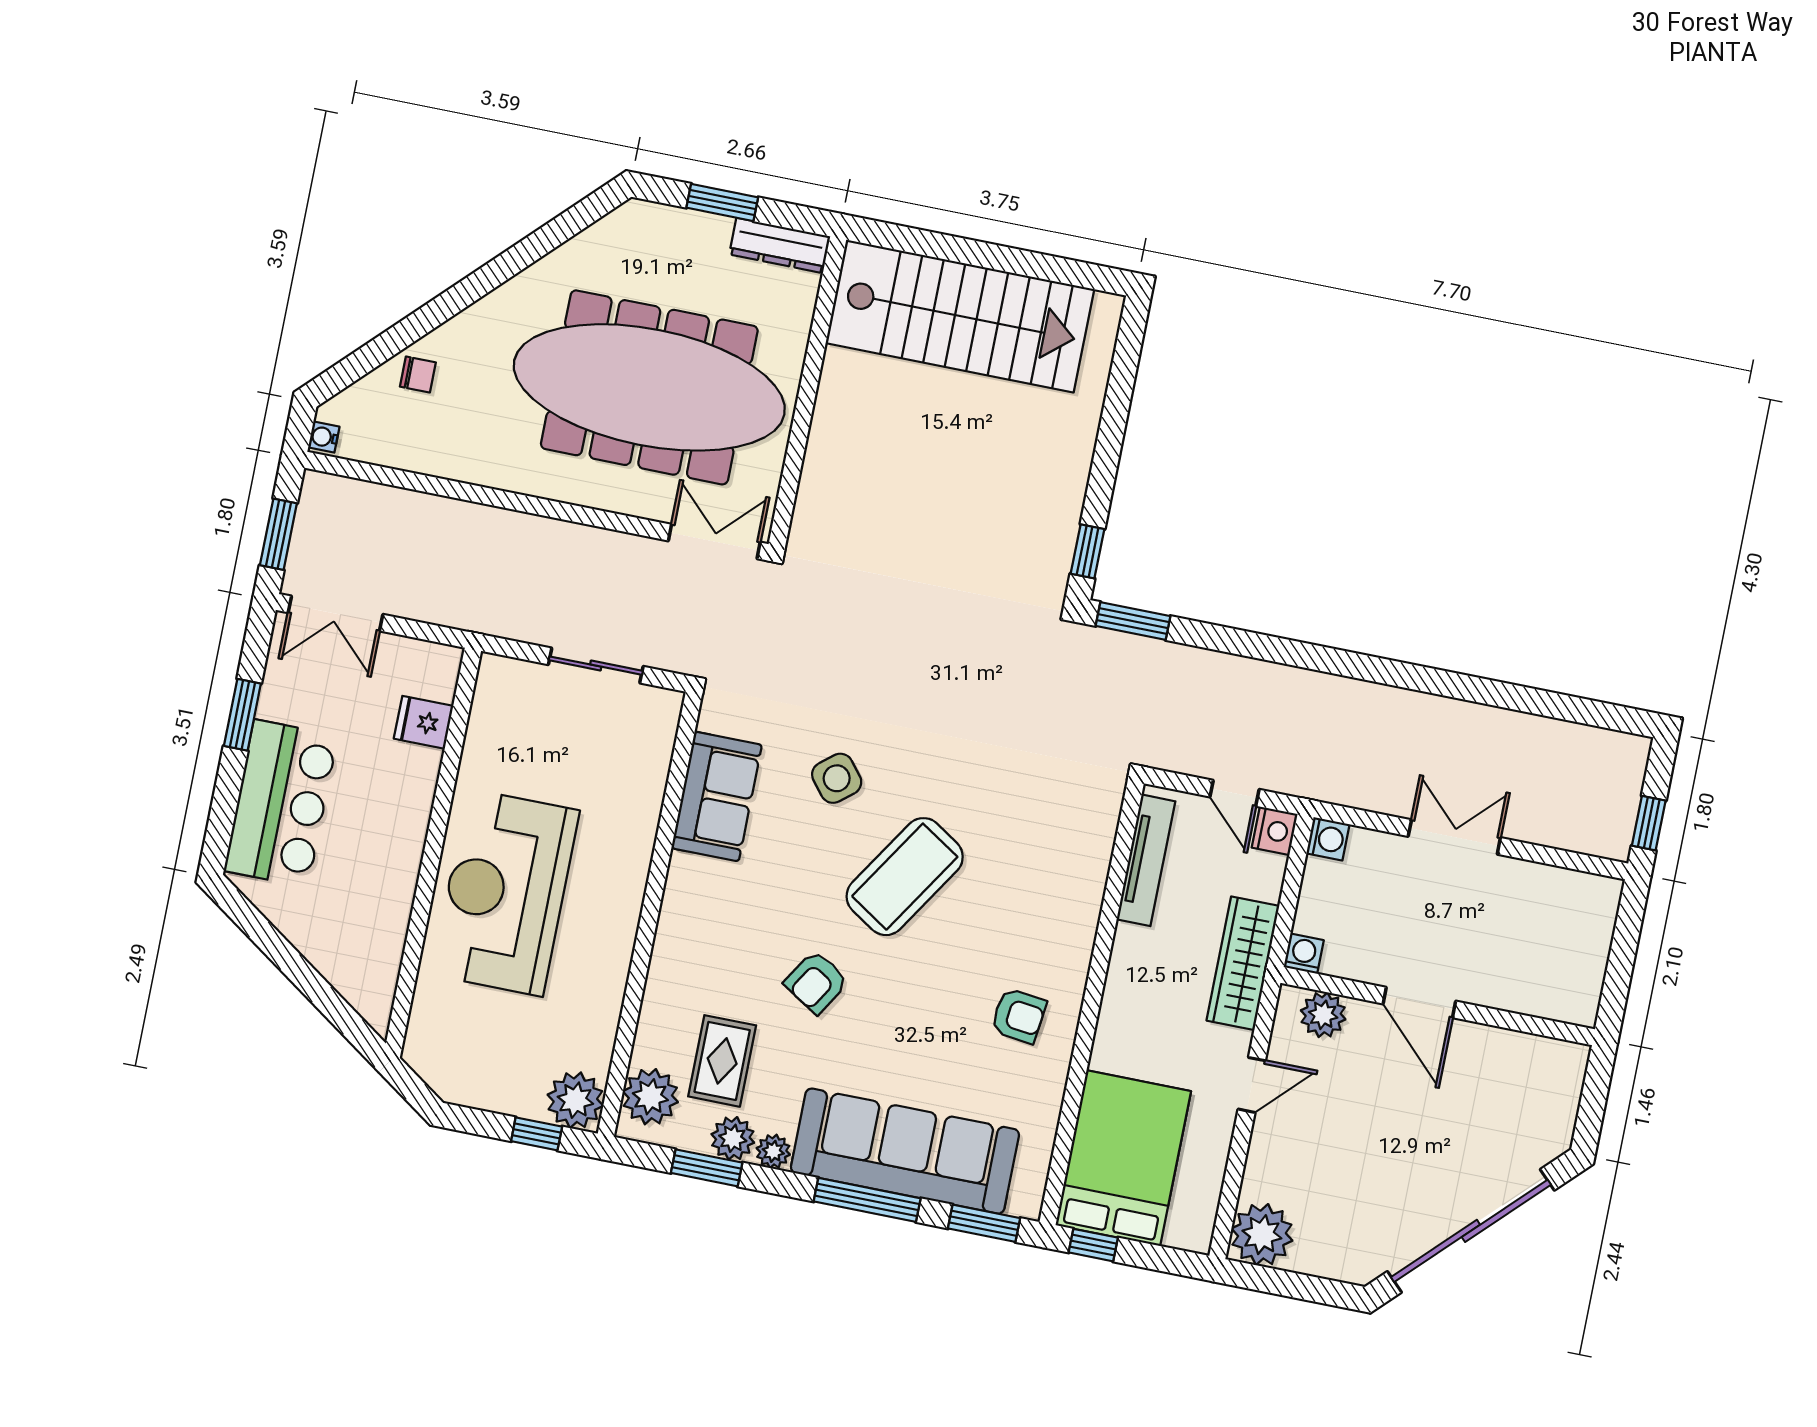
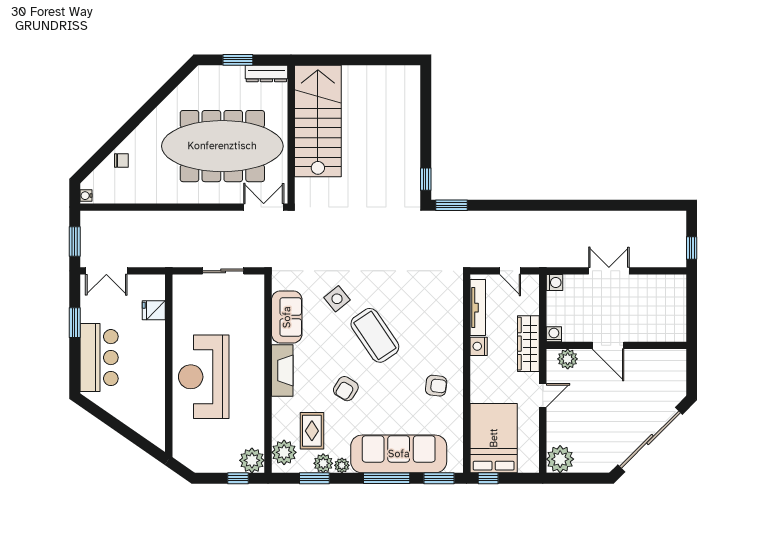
stairs: (960, 316) -> (318, 121), moved, turned -90
nightstand: (1275, 831) -> (479, 346), moved, turned 180
coffee table: (905, 877) -> (375, 335), turned -67
fireplace: (683, 914) -> (282, 371), added

